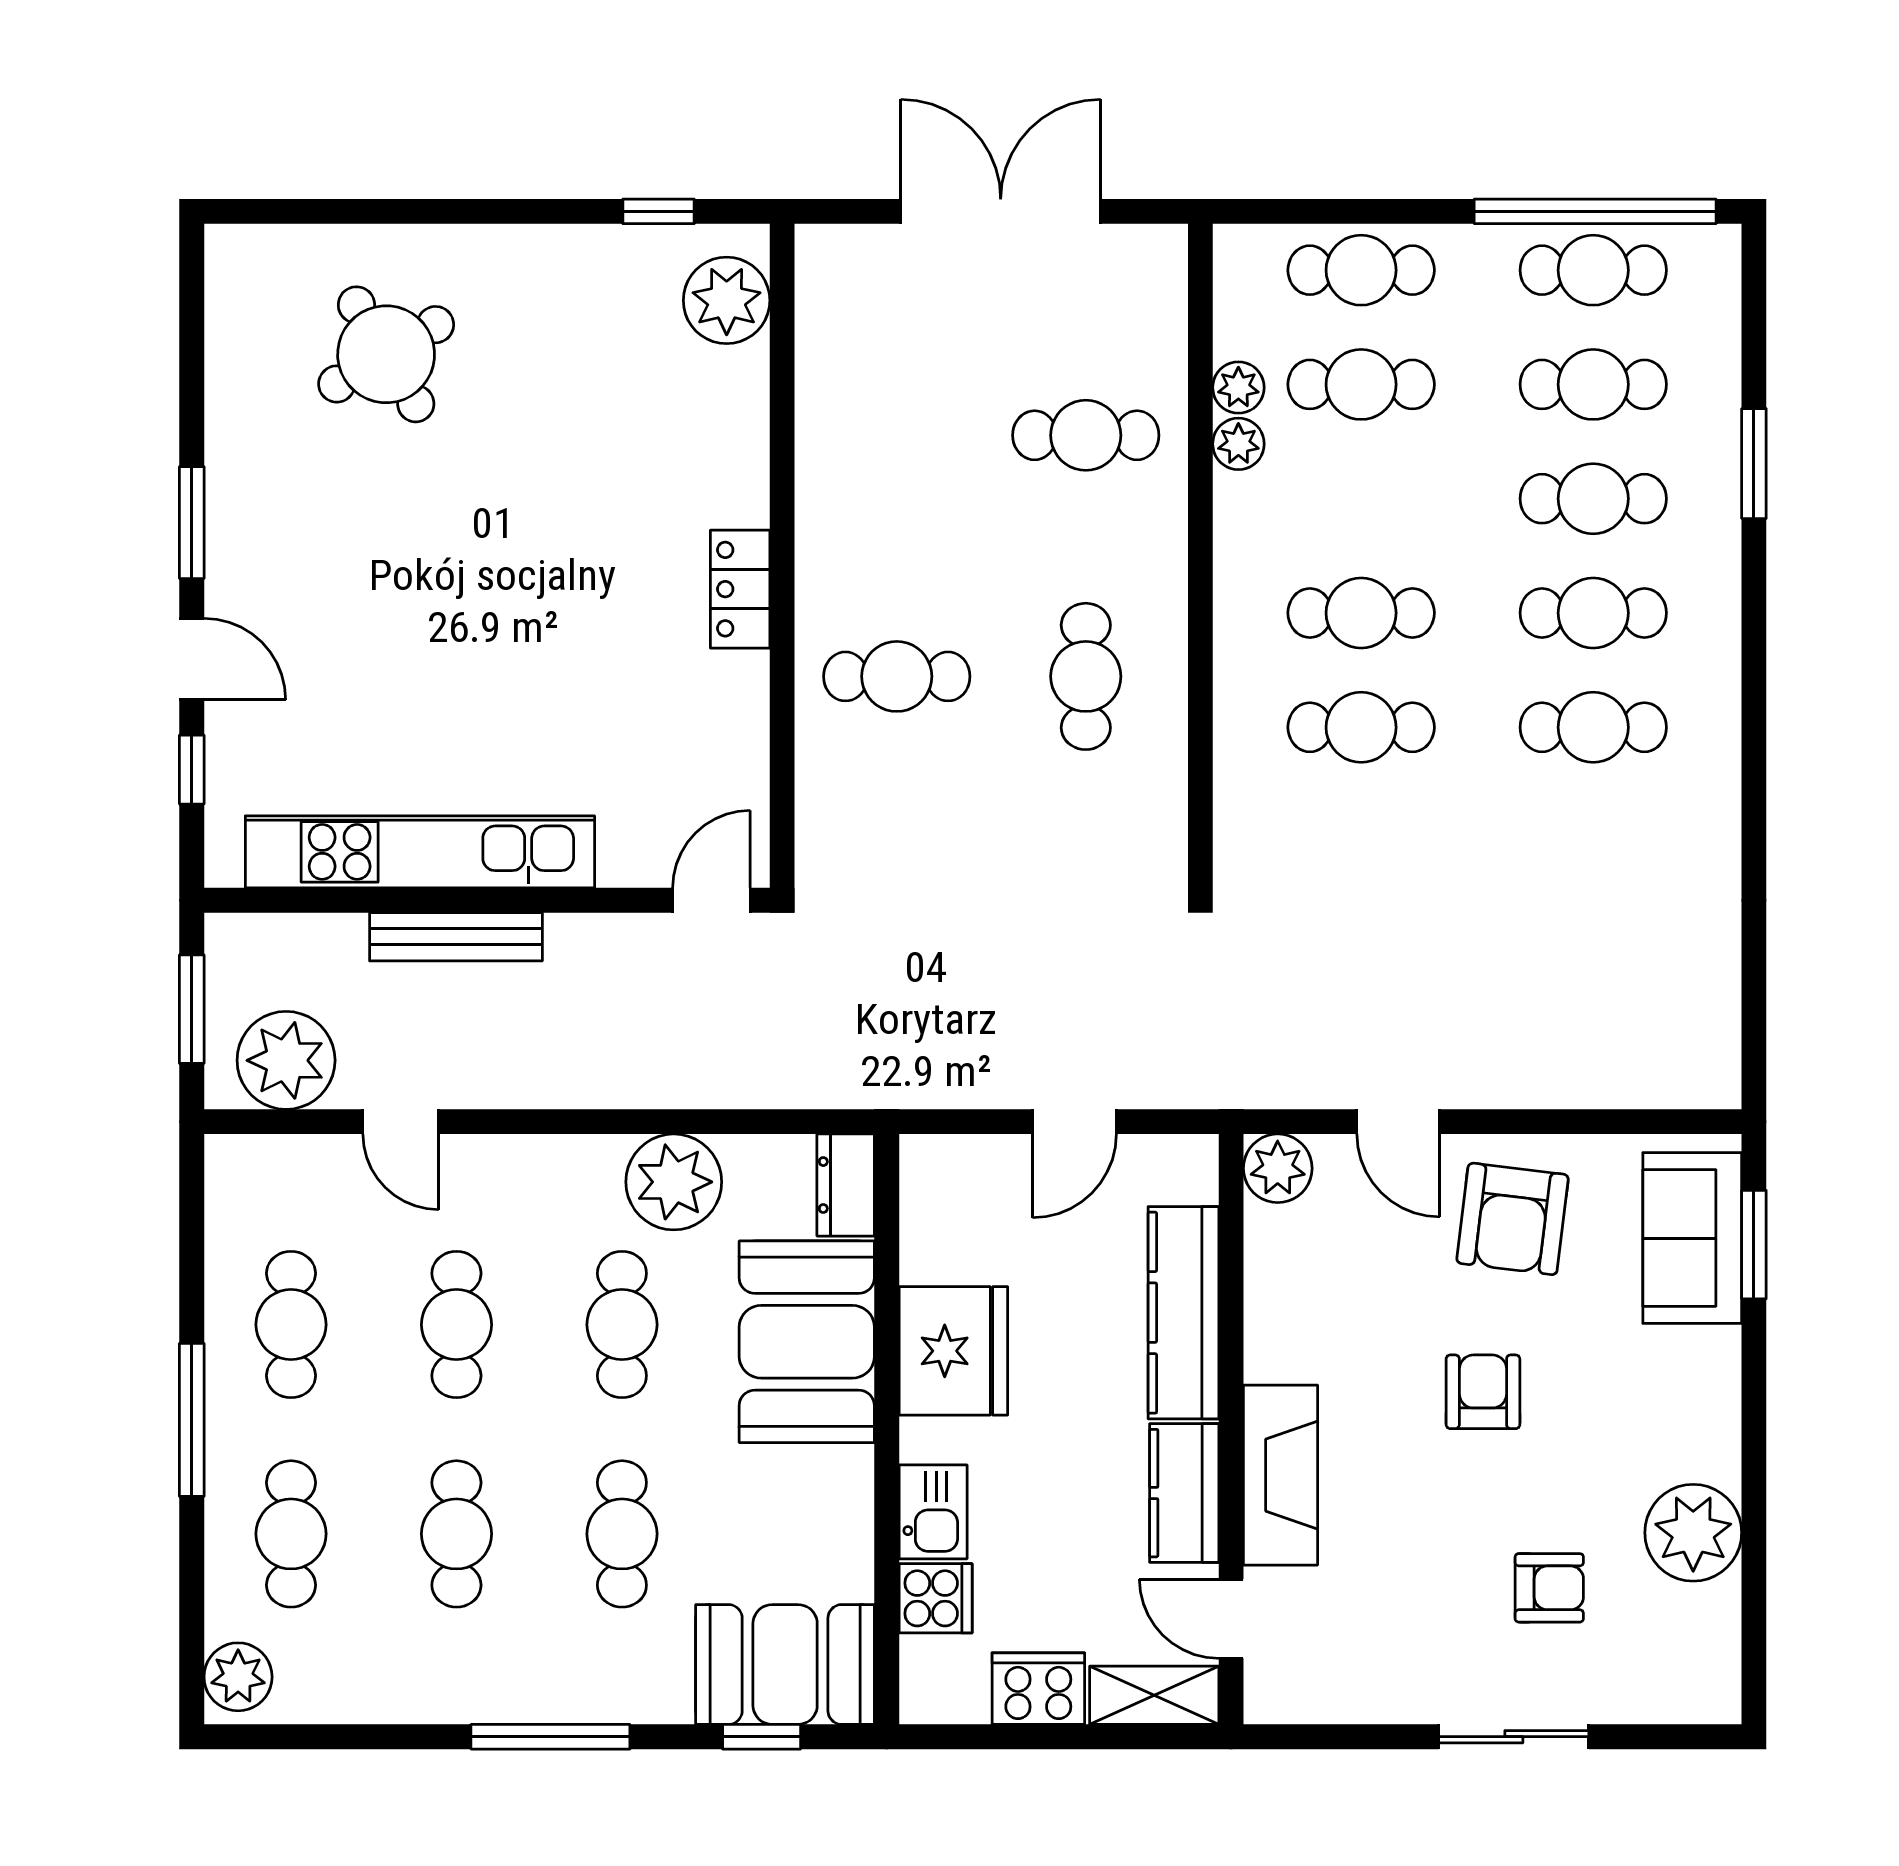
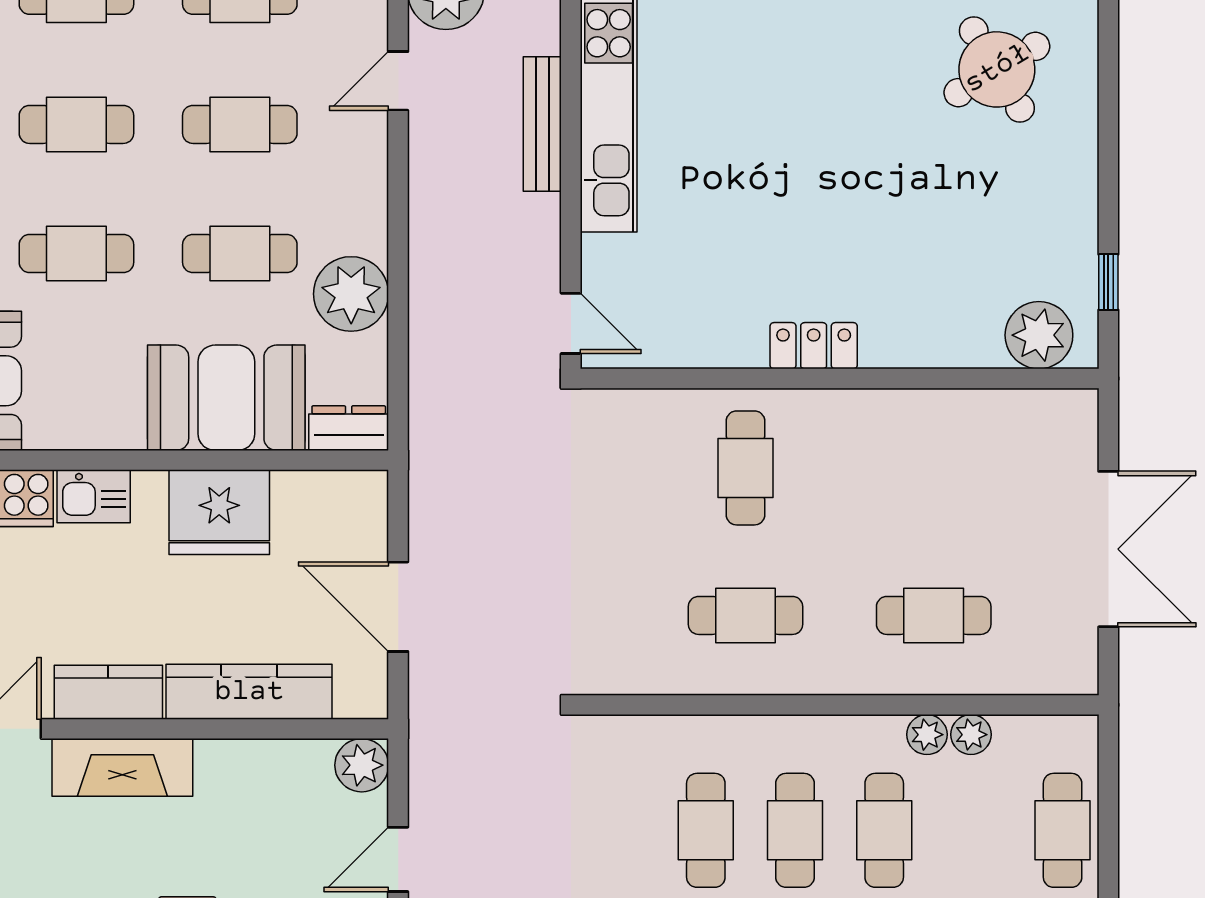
cafe table: (1361, 384) -> (884, 830), moved
cafe table: (1086, 435) -> (934, 615), turned 90
door: (1075, 1122) -> (398, 607), width x1.38

